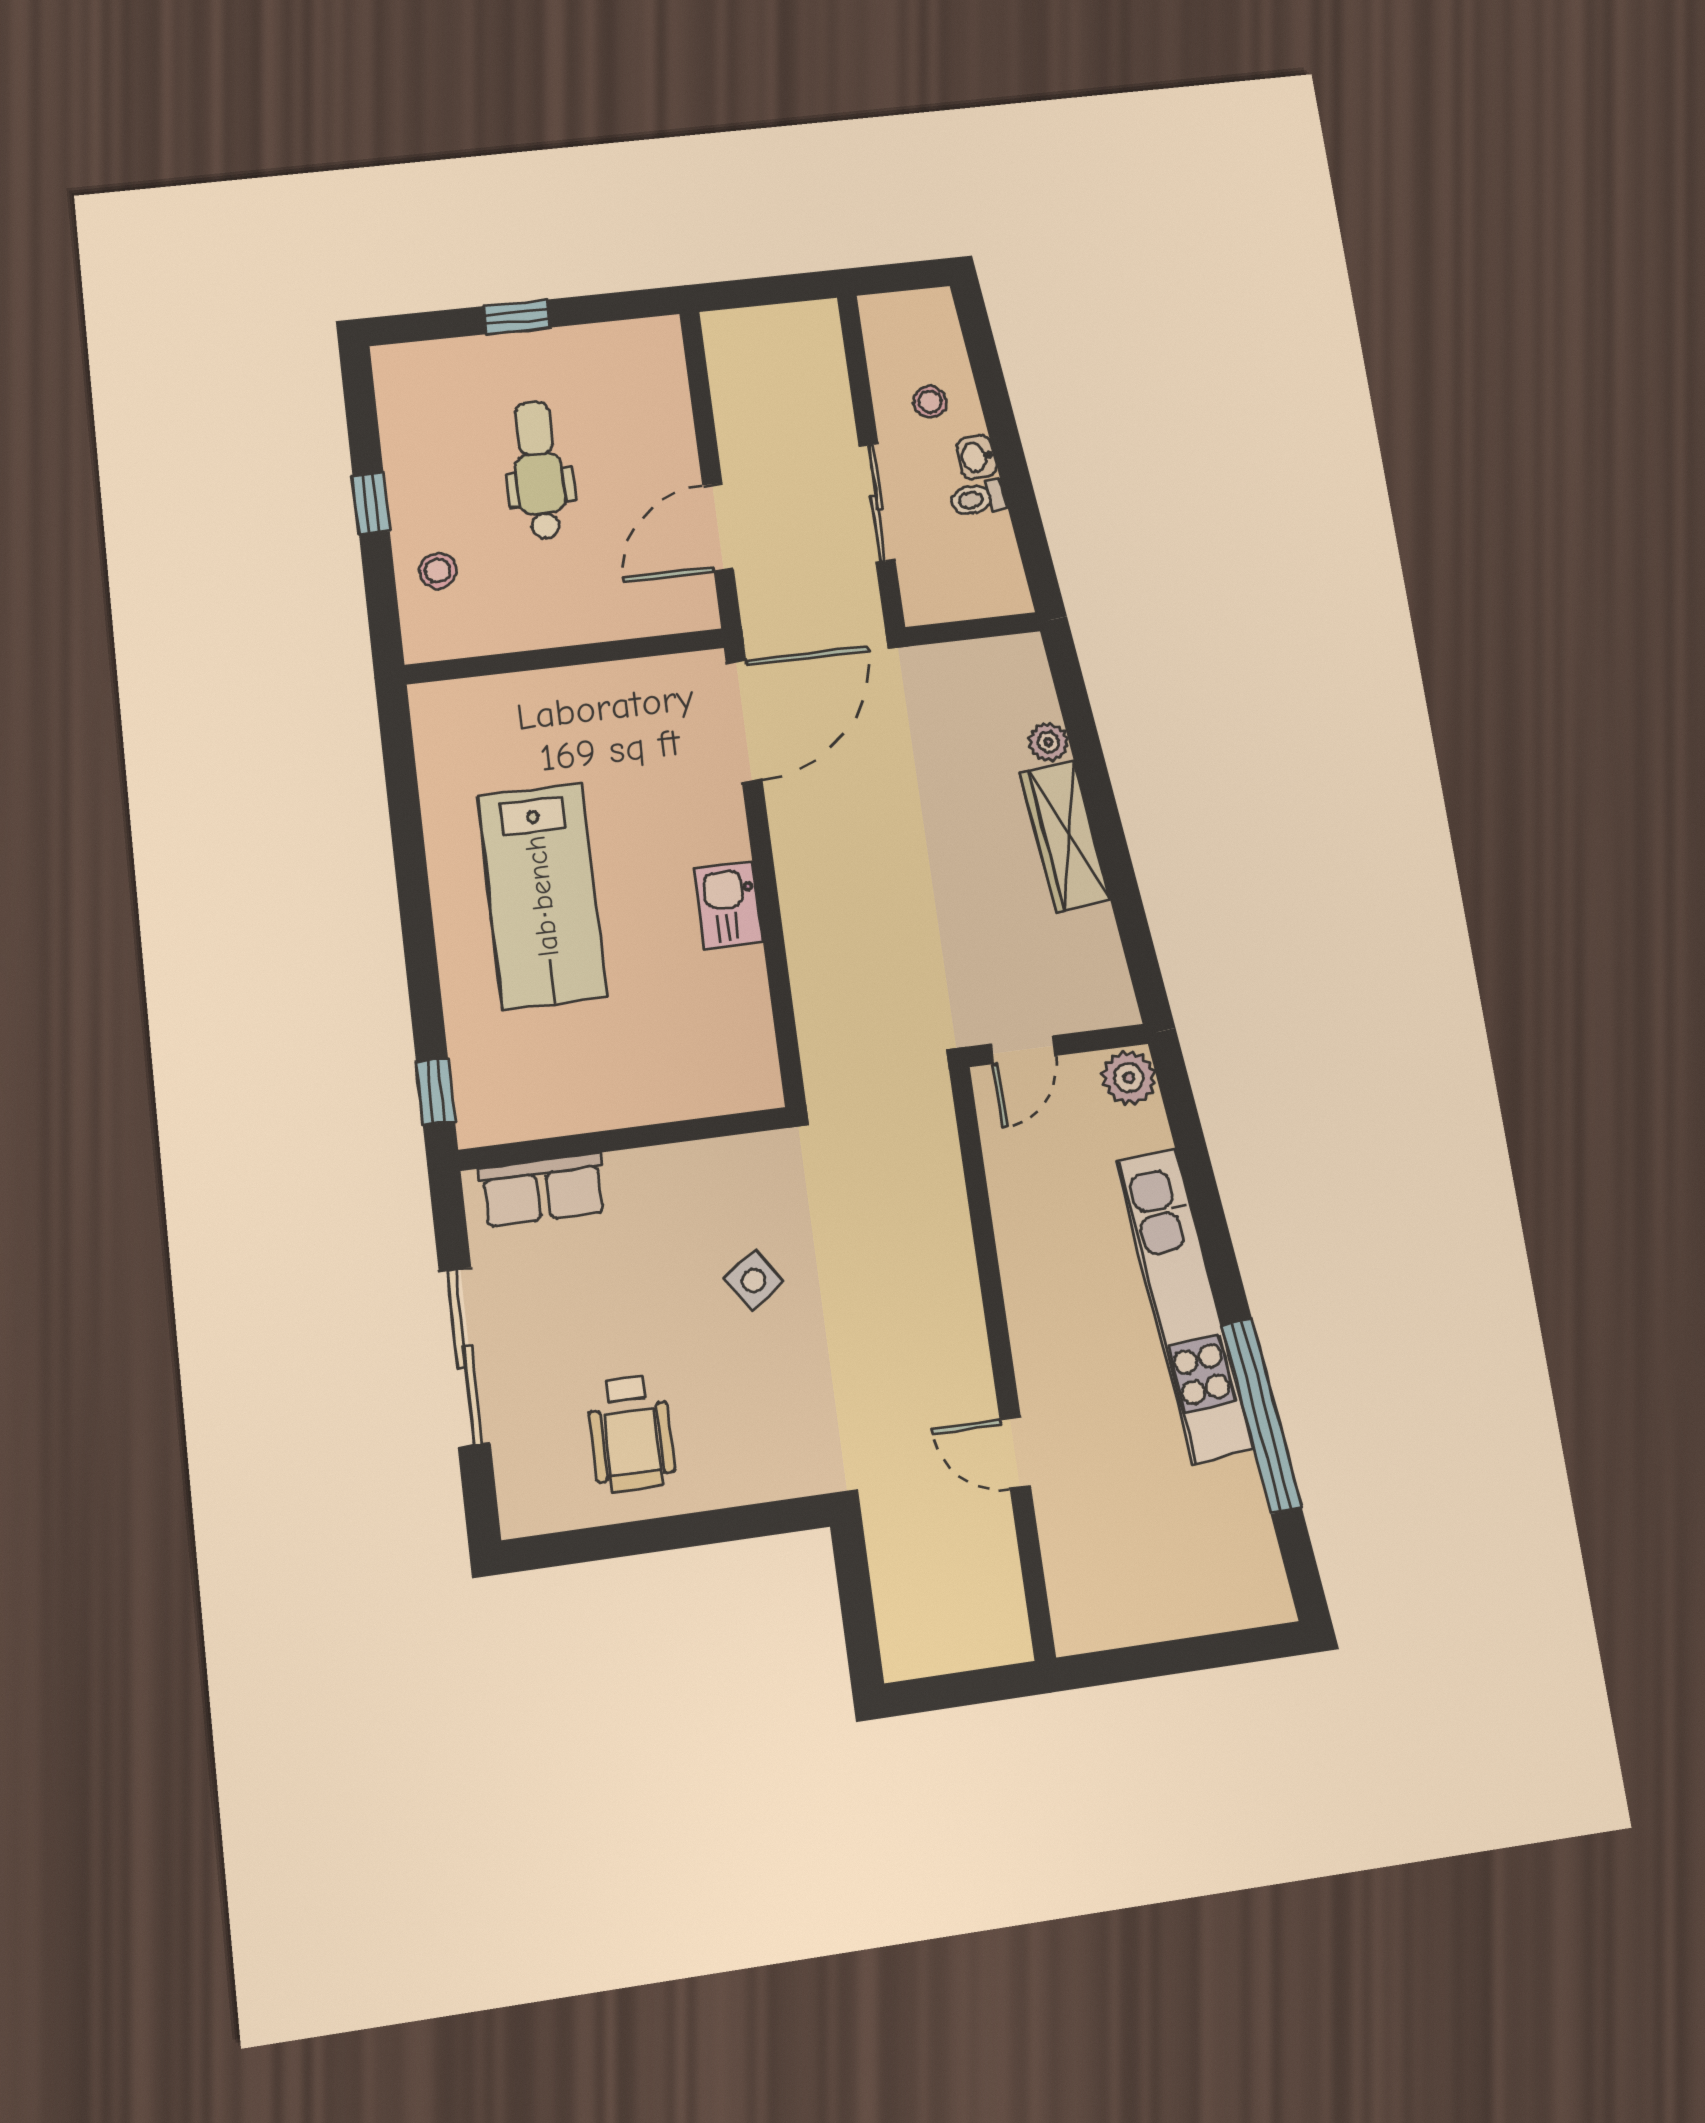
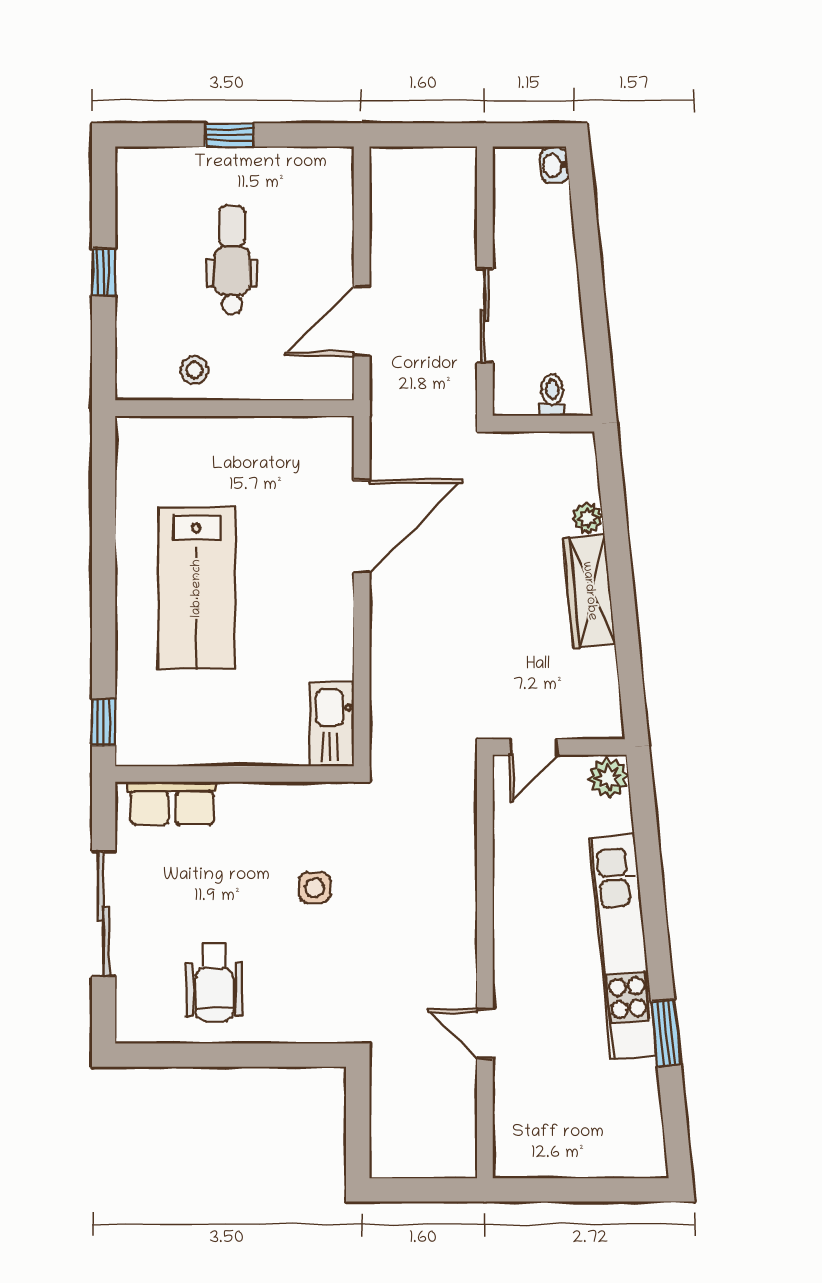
stool: (930, 402) -> (537, 239), removed
washbasin: (976, 457) -> (554, 165), moved
toilet: (978, 498) -> (552, 395), moved, turned 96
stool: (438, 571) -> (195, 370), moved
door: (744, 721) -> (362, 527), moved
kitchen sink: (728, 905) -> (332, 724), moved, width x1.38
side table: (754, 1280) -> (315, 888), turned 34
window: (1261, 1416) -> (666, 1033), width x0.47

